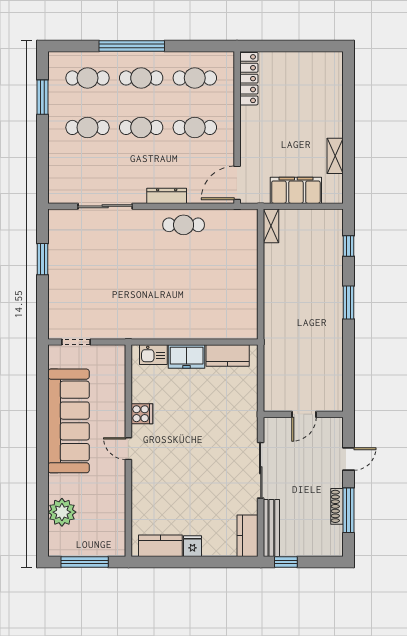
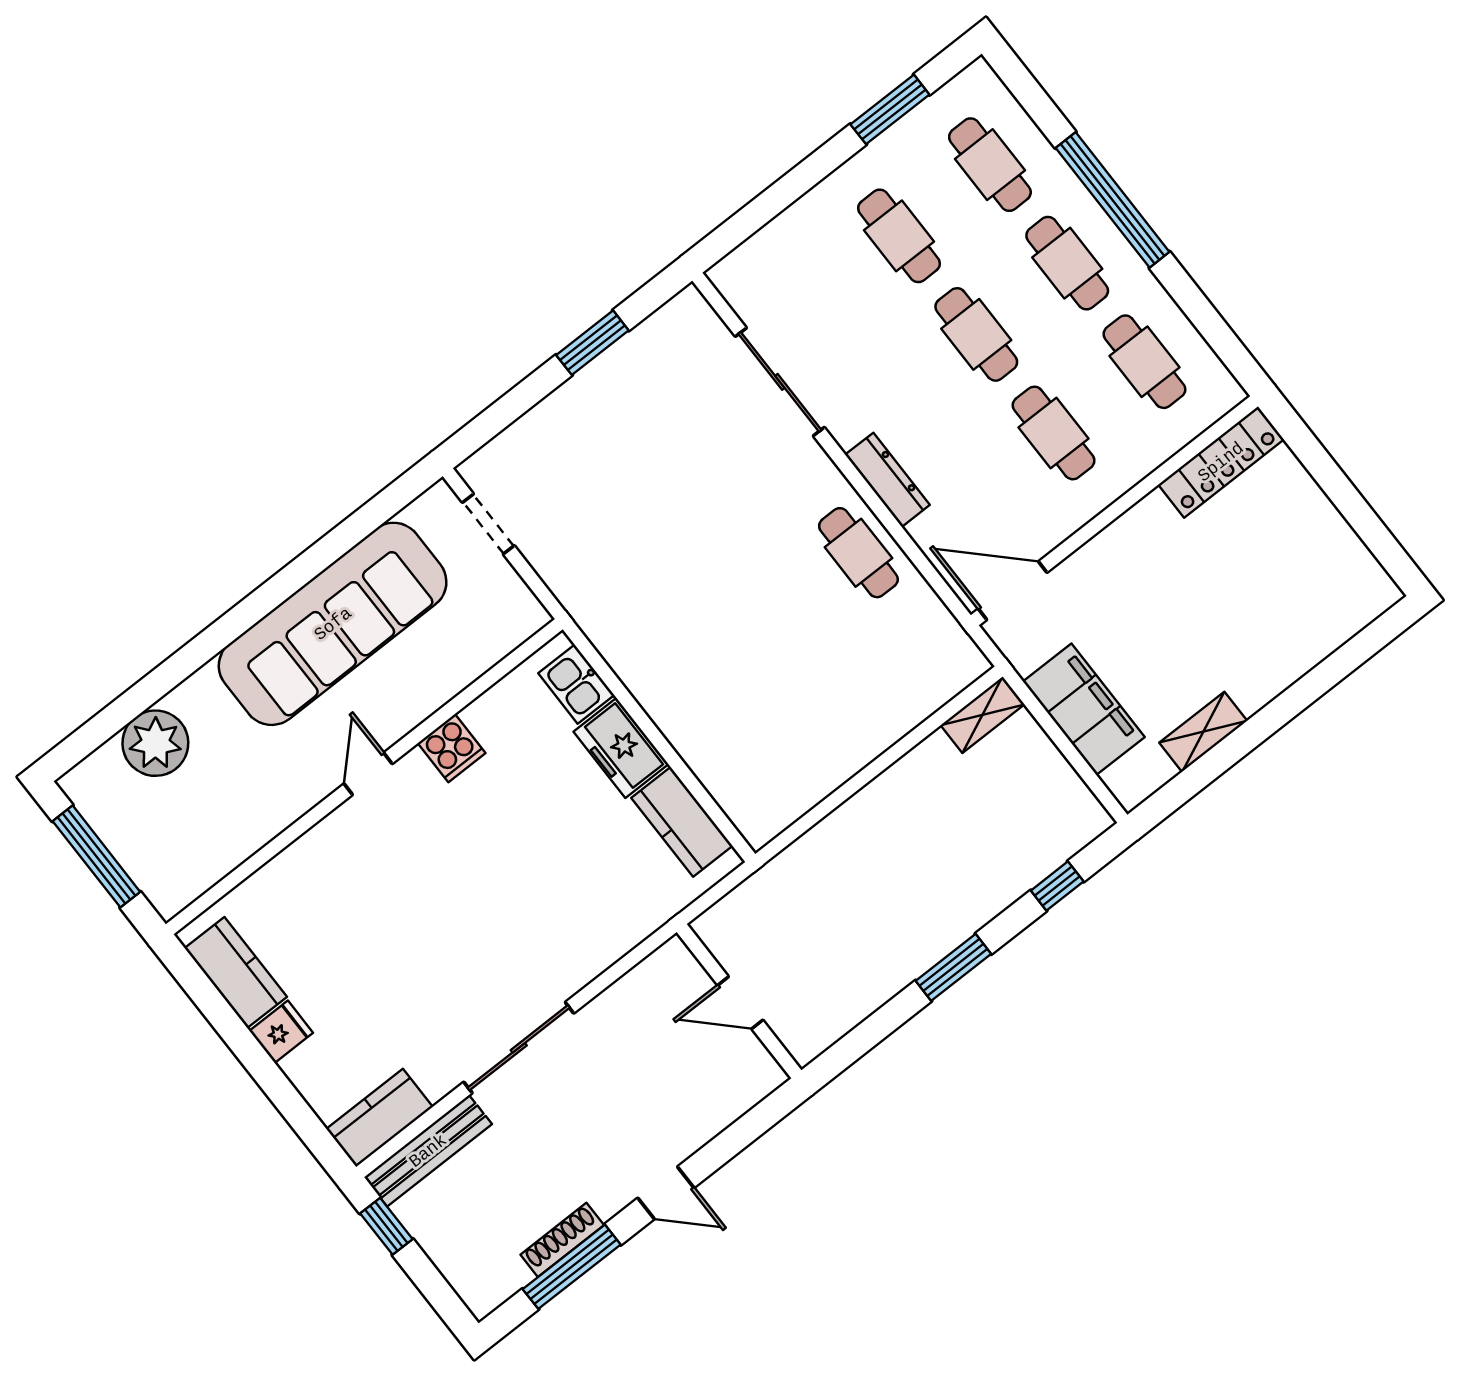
wall: (303, 414) -> (739, 1001), moved
door: (304, 414) -> (740, 1003), moved

